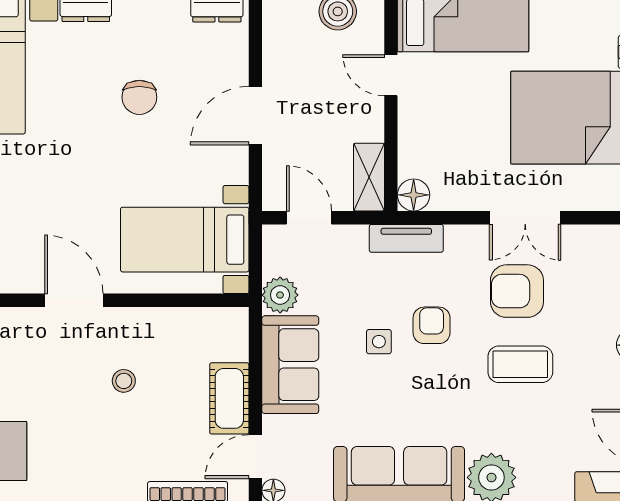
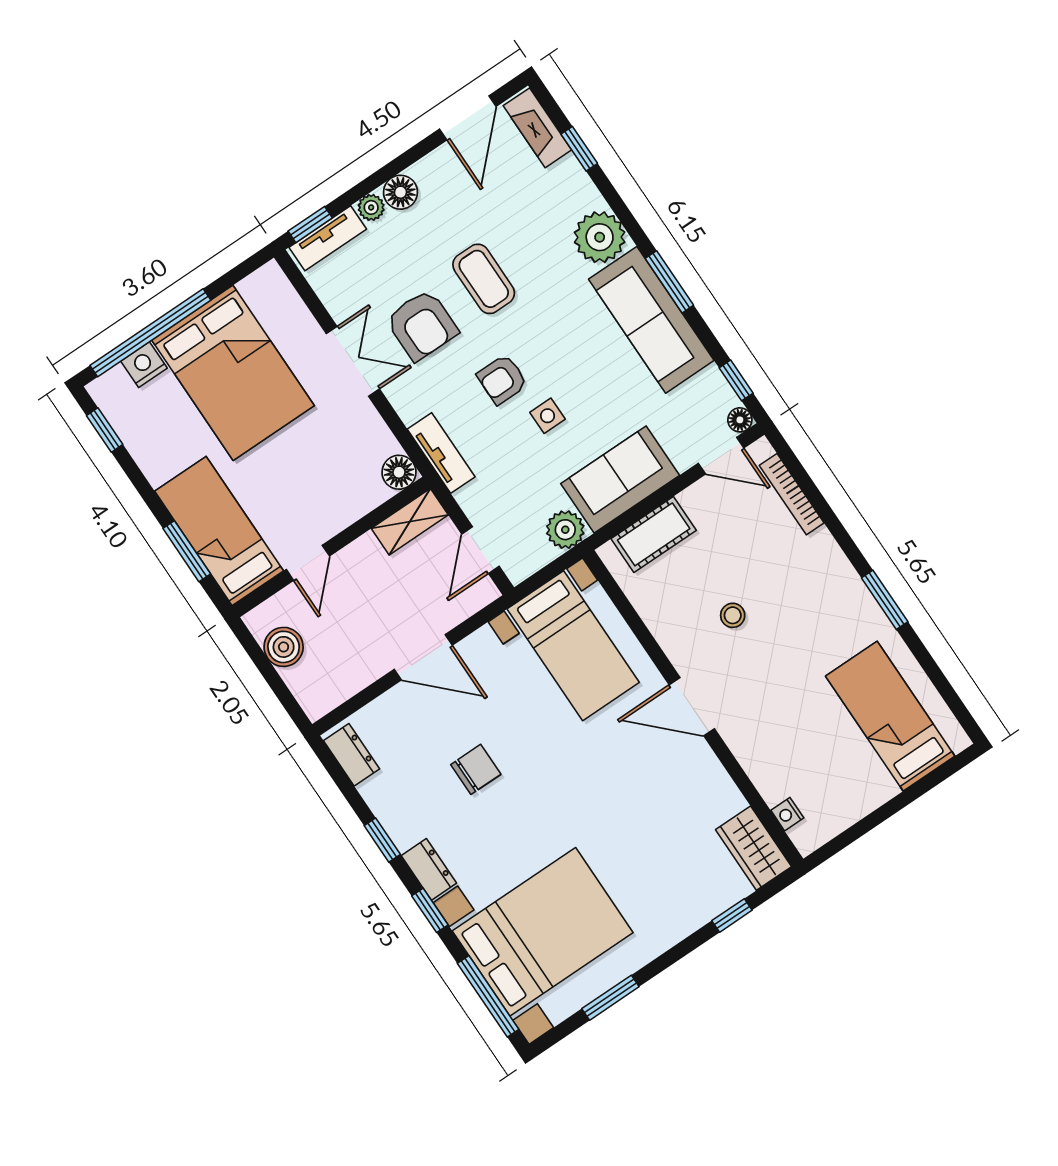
door: (74, 300) -> (692, 707), hinge flipped
cot: (229, 398) -> (654, 534), moved

